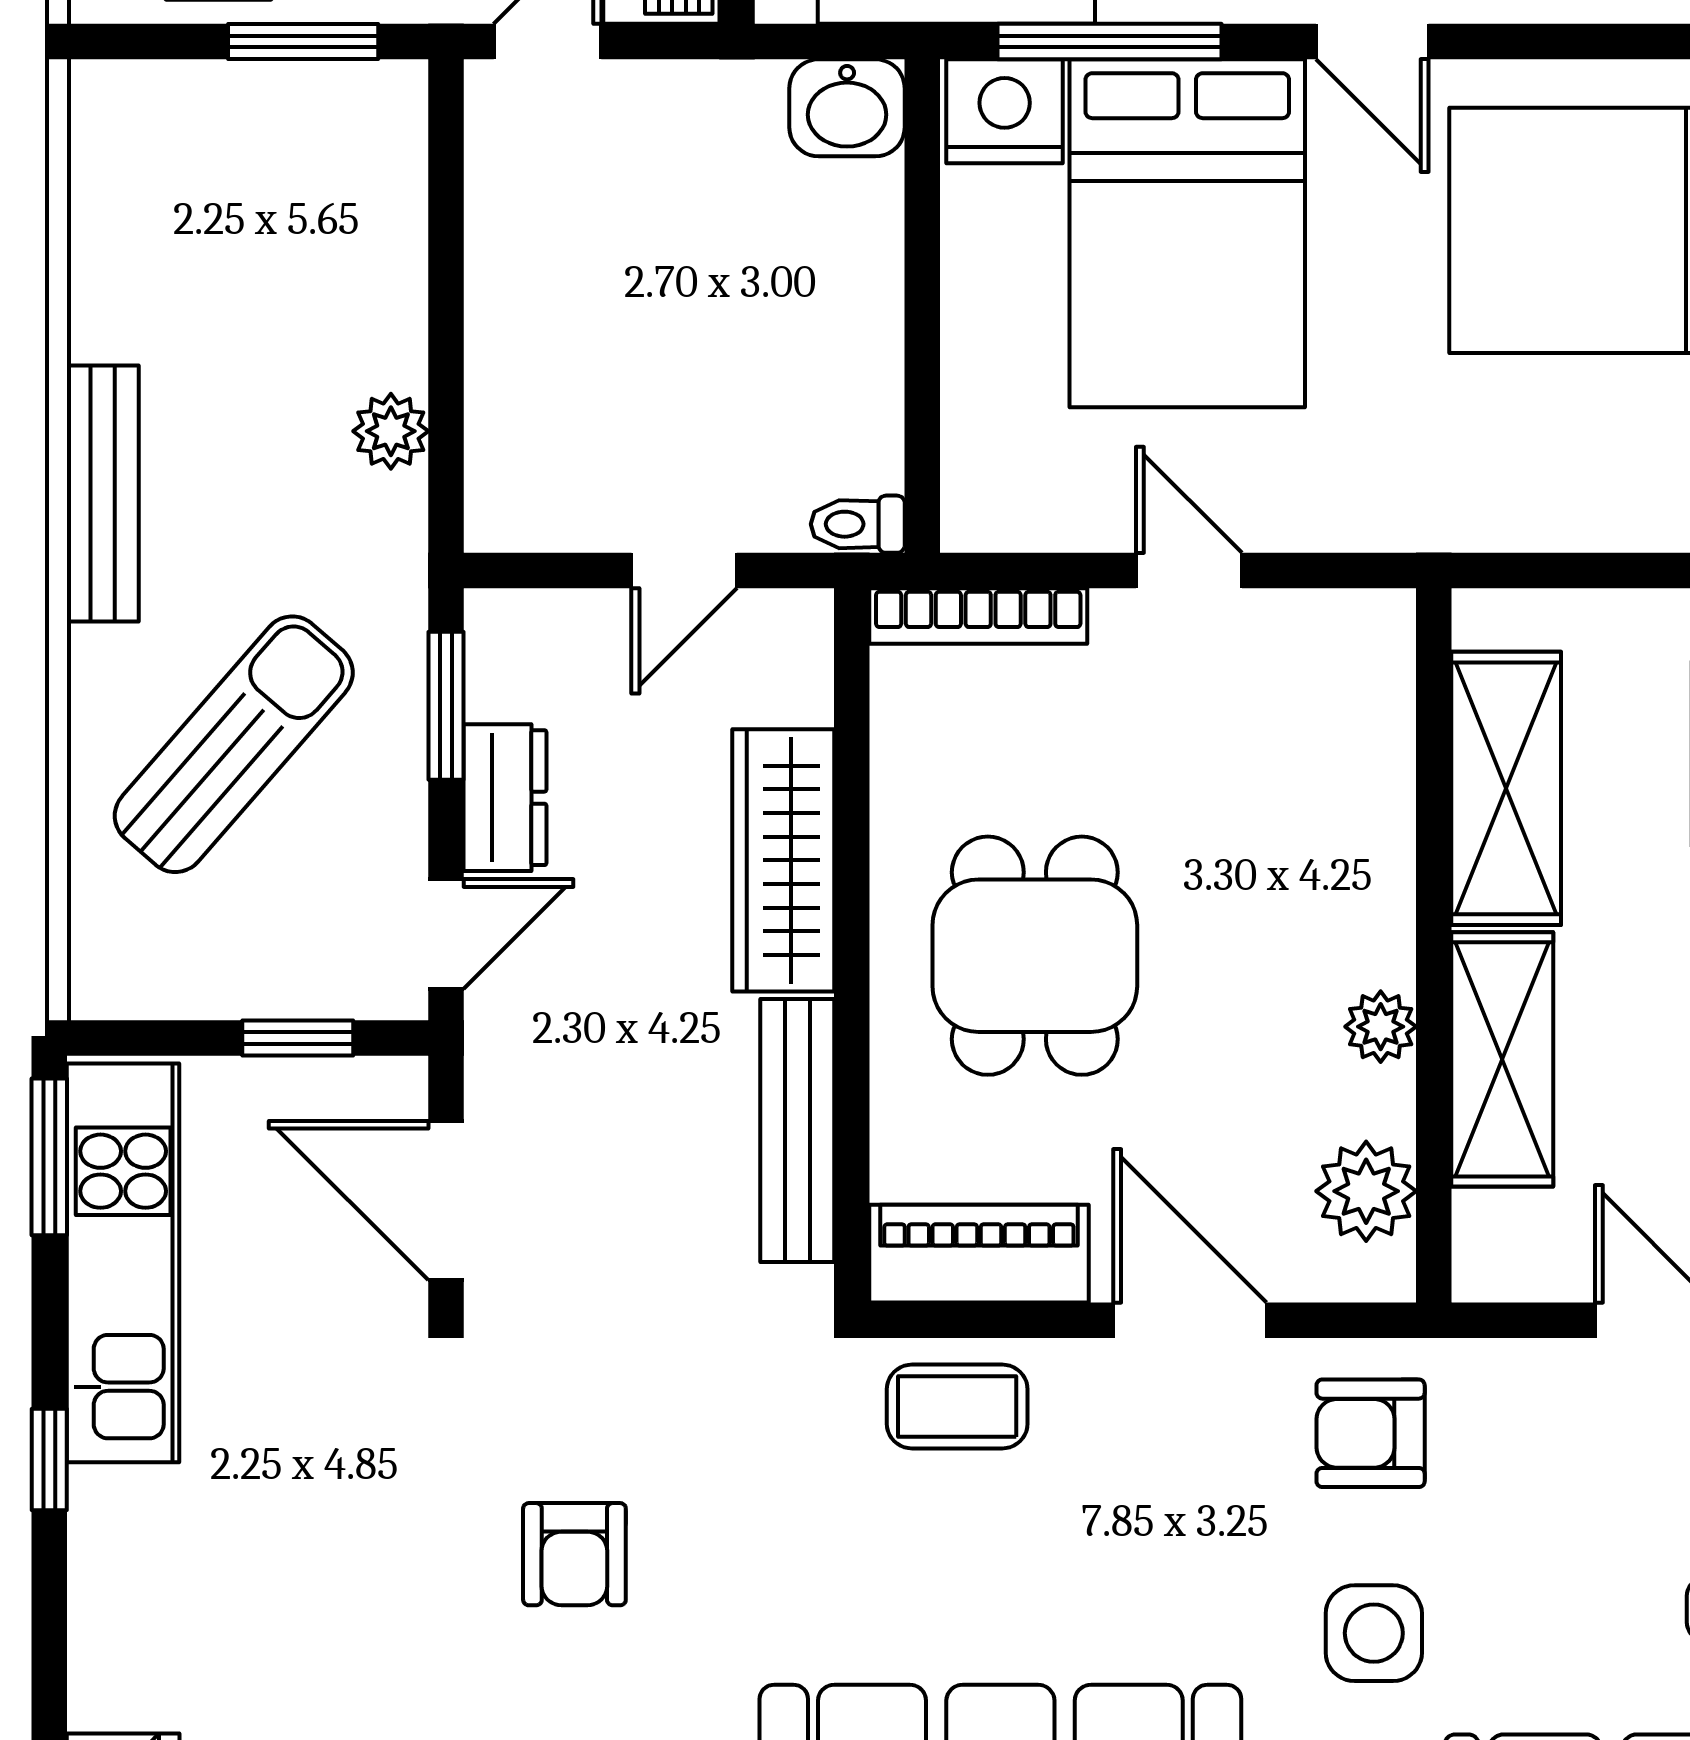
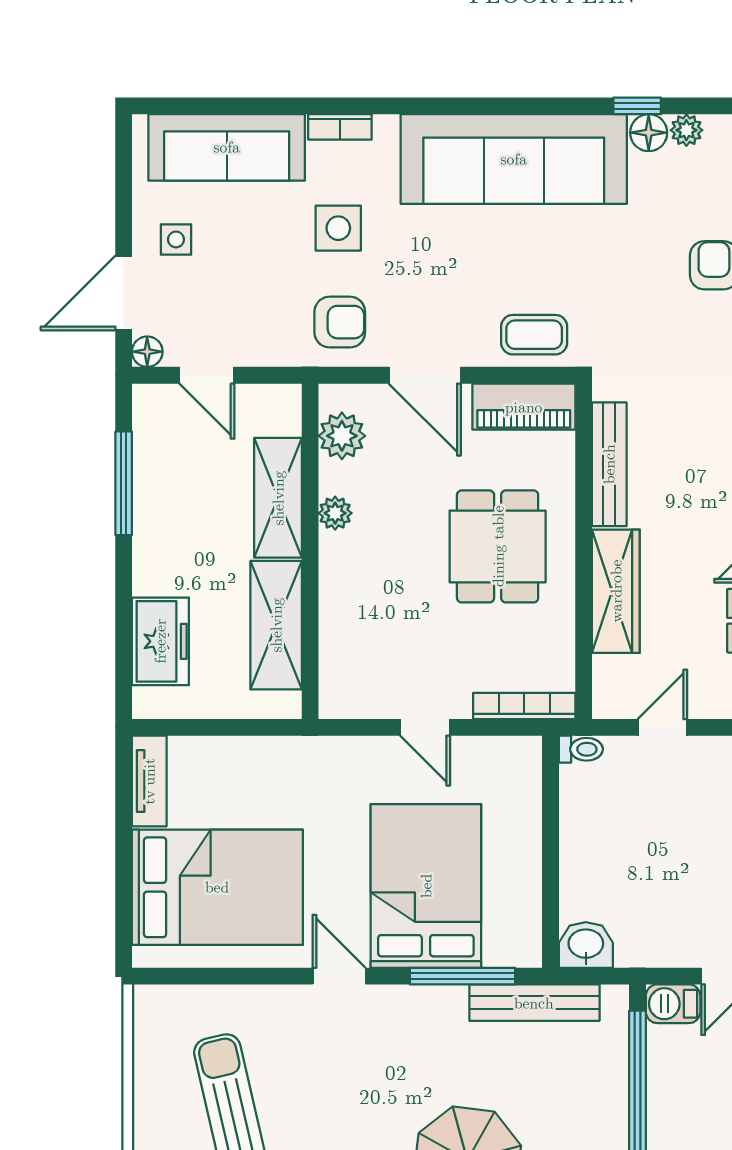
nightstand: (1005, 111) -> (512, 943), removed

